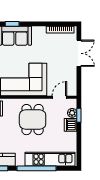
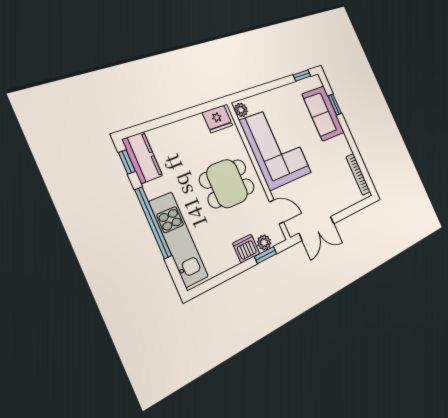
double door: (79, 53) -> (317, 228), moved

